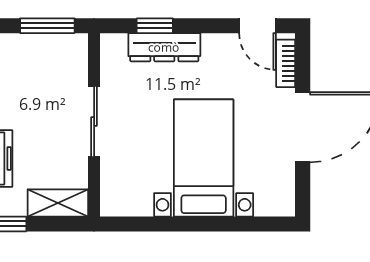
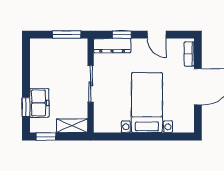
door: (258, 26) -> (157, 35), moved
dresser: (164, 47) -> (112, 46), moved

